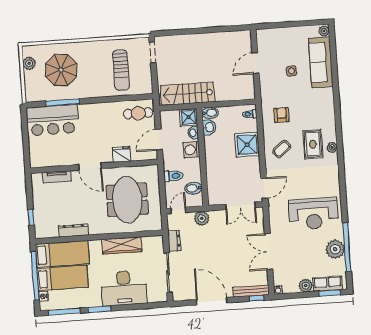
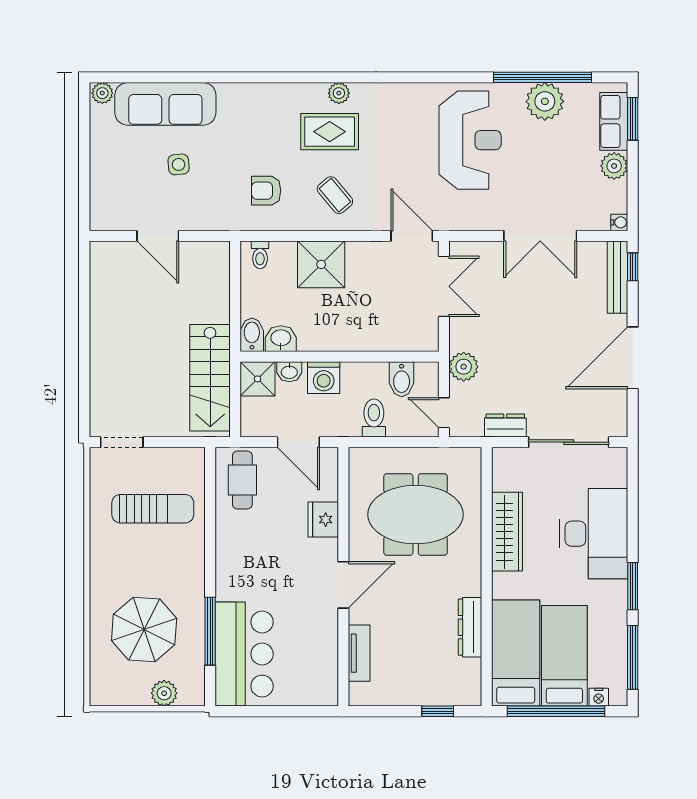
plant: (29, 63) -> (164, 693), moved

